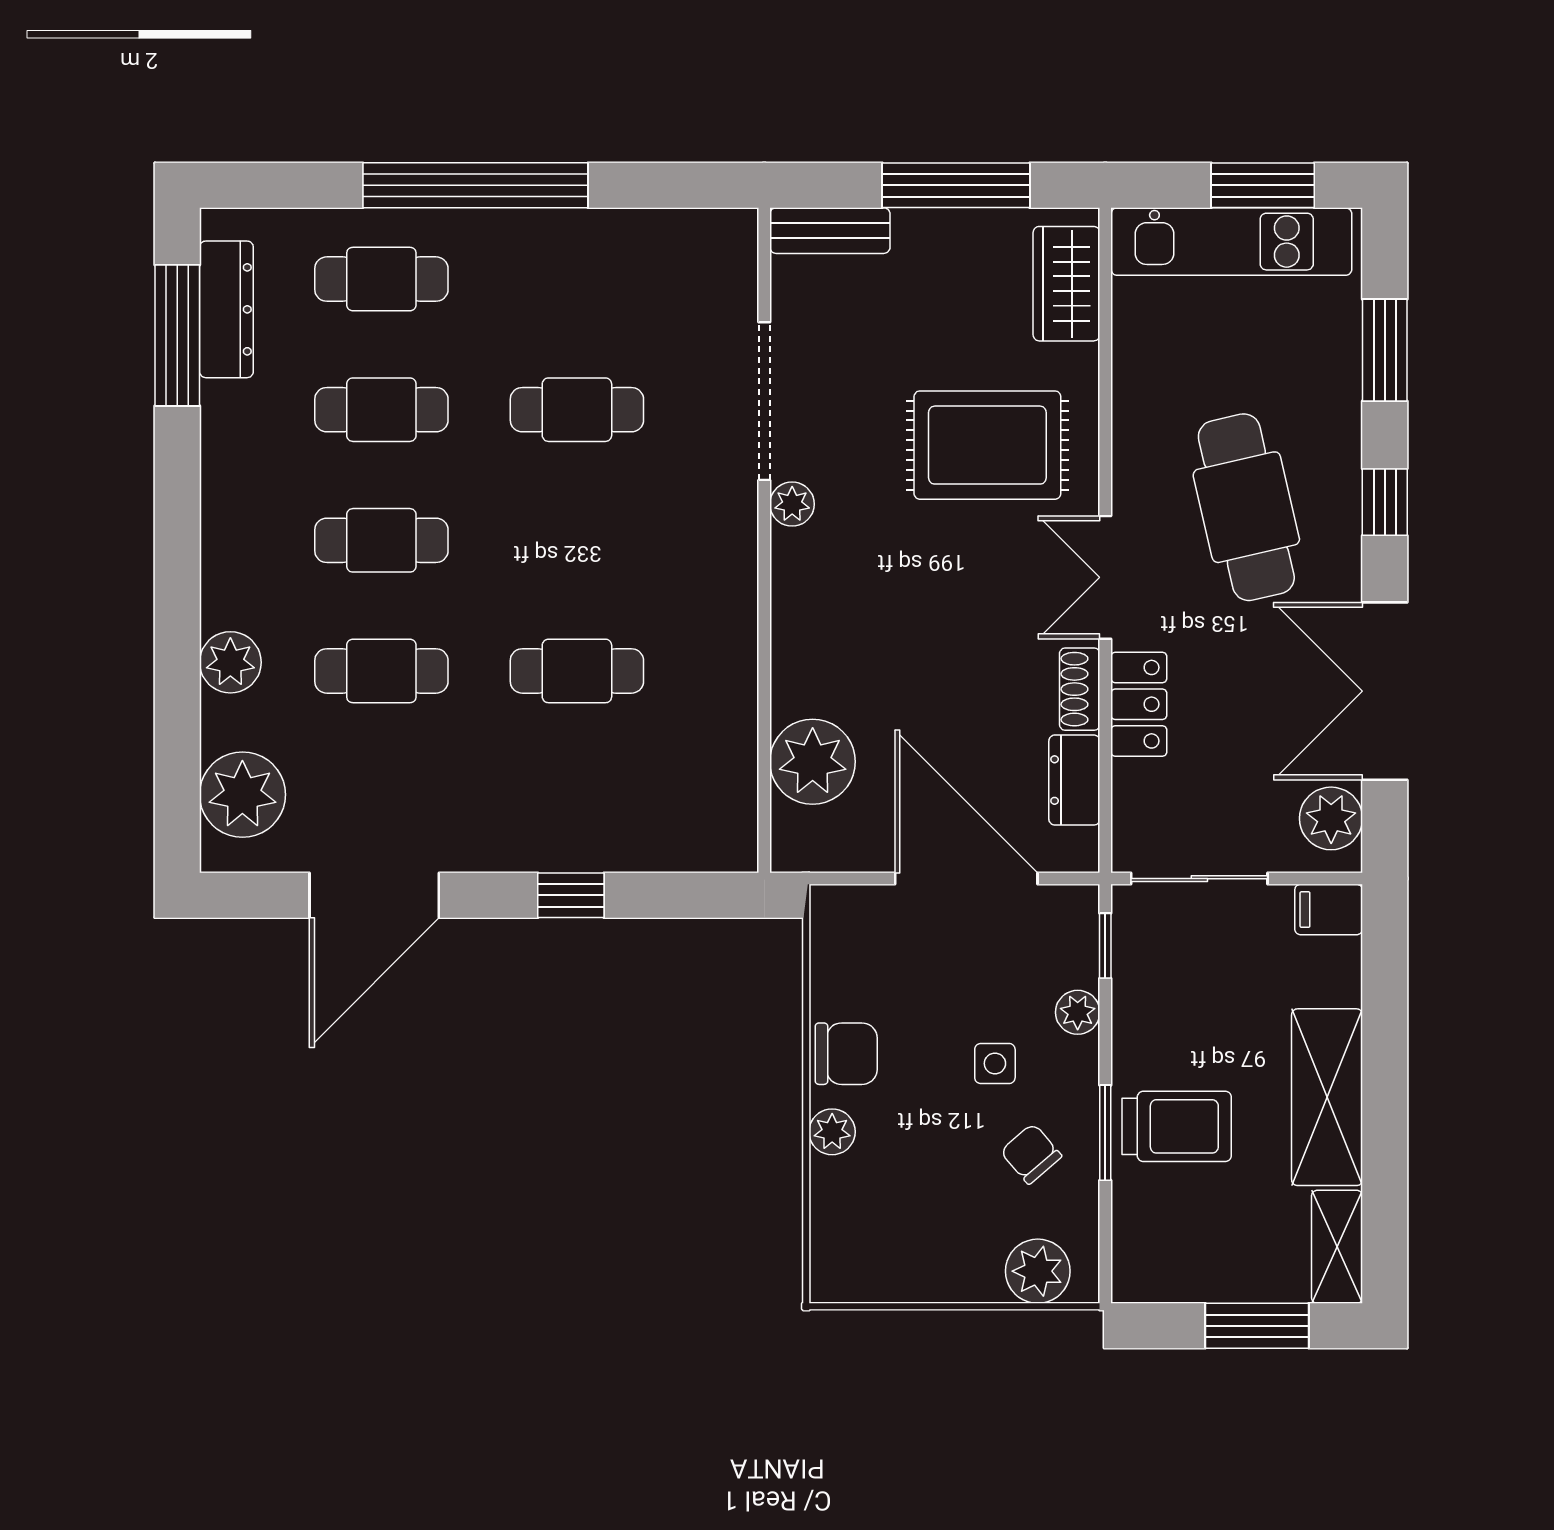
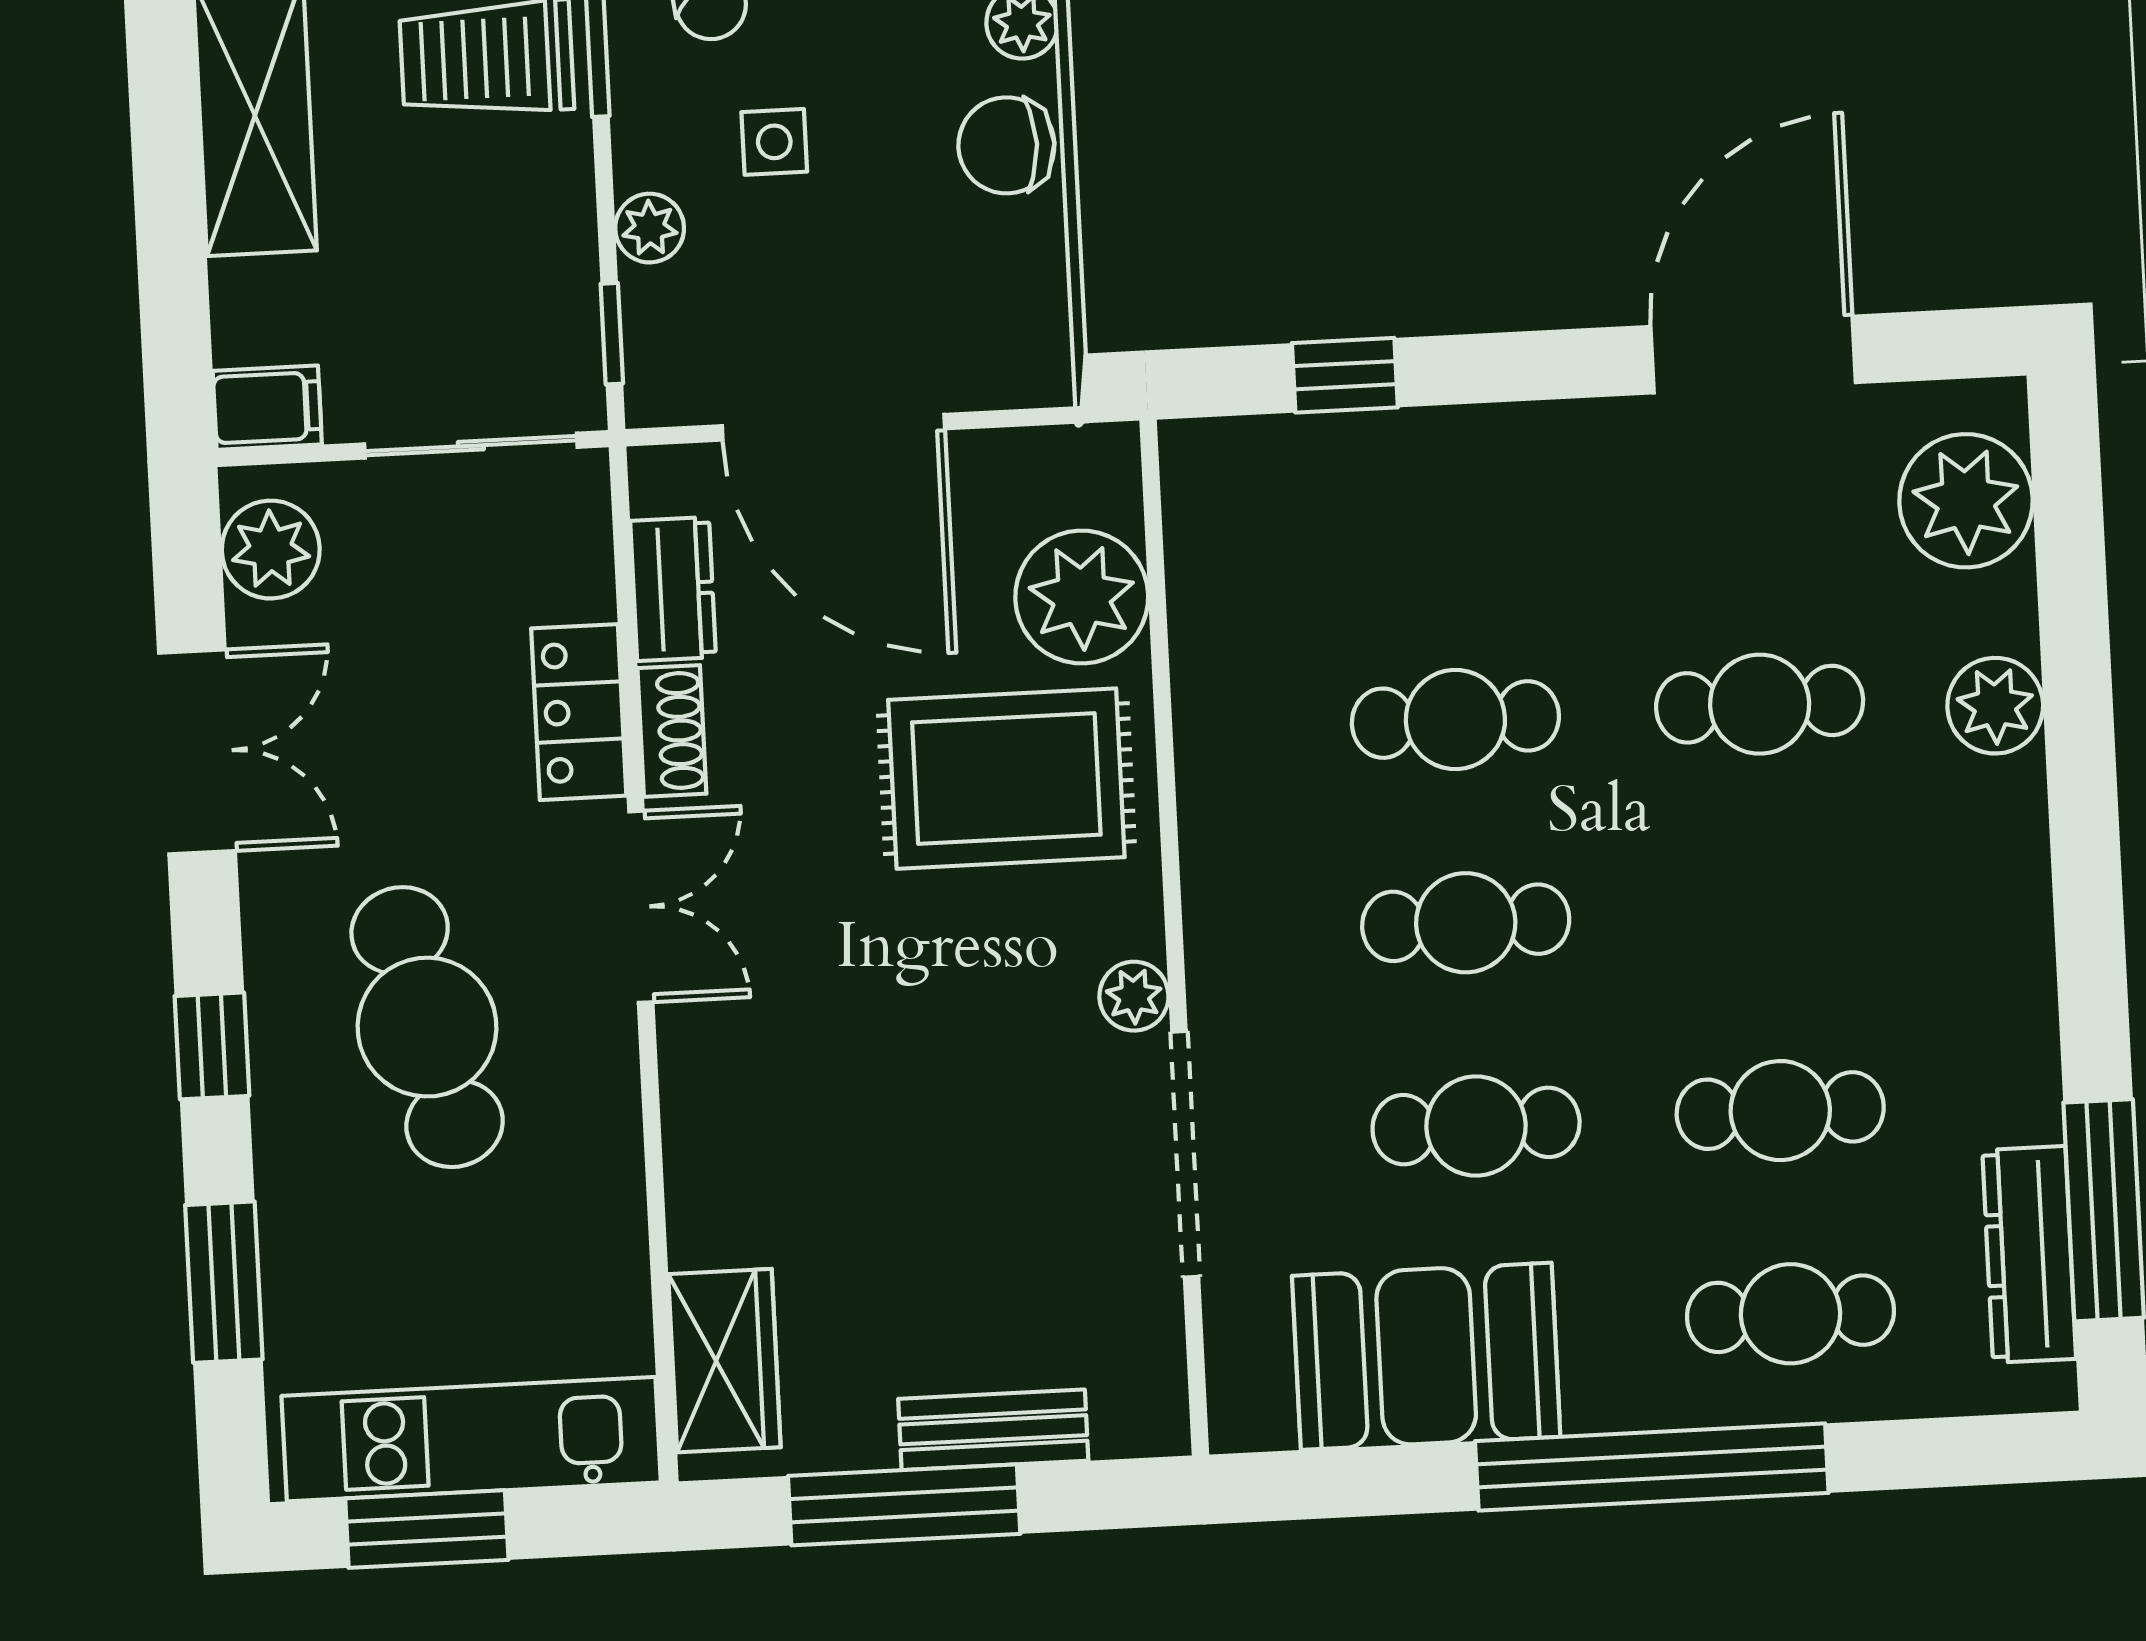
bench: (830, 231) -> (993, 1430), moved
booth: (616, 264) -> (1426, 1356), added
rug: (987, 445) -> (1006, 779), moved
cafe table: (381, 540) -> (1466, 923), moved
double door: (1385, 691) -> (197, 752), width x0.73
window: (571, 895) -> (1345, 375), moved

